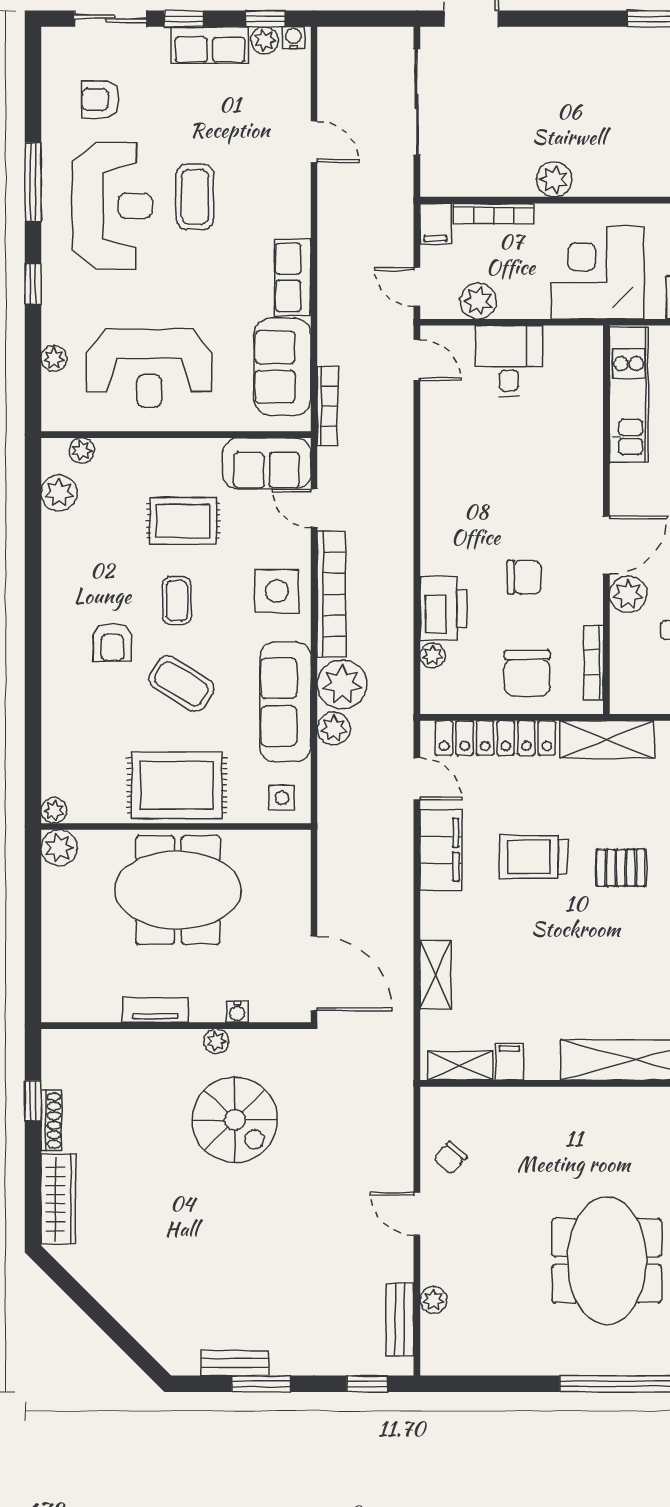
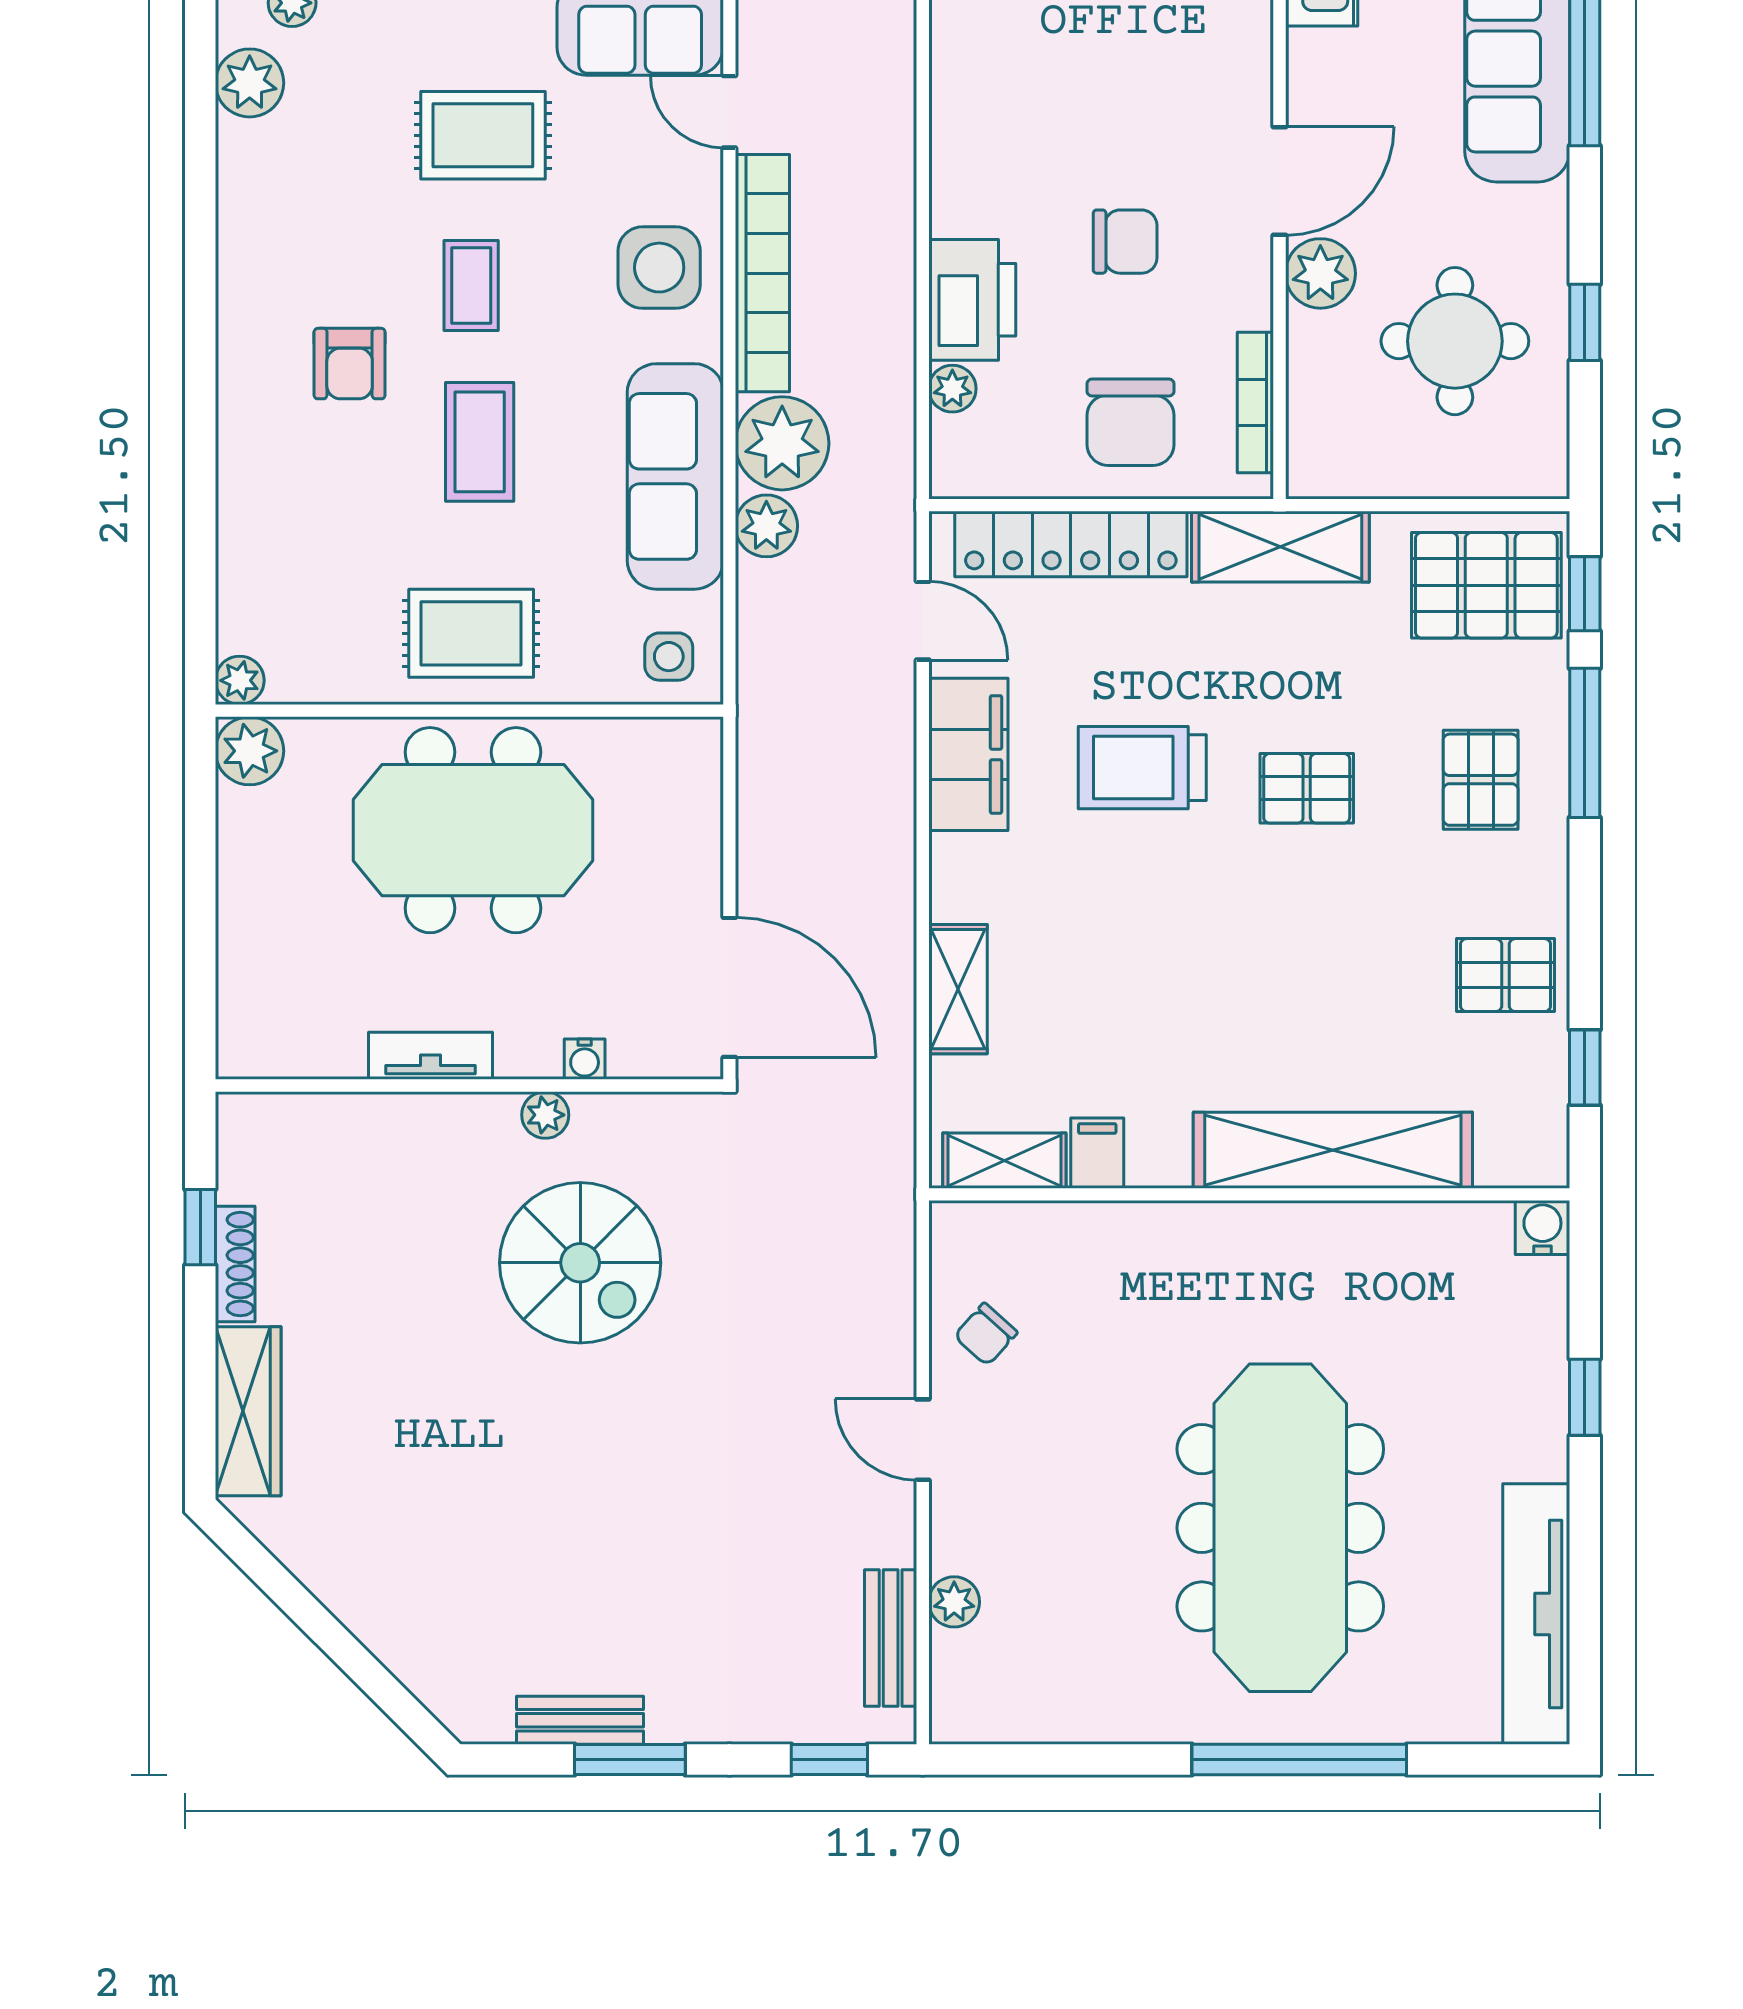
coffee table: (181, 684) -> (480, 442), turned 58
rug: (177, 785) -> (471, 633), width x0.73, depth x0.70
meeting table: (607, 1261) -> (1280, 1528), width x1.36

